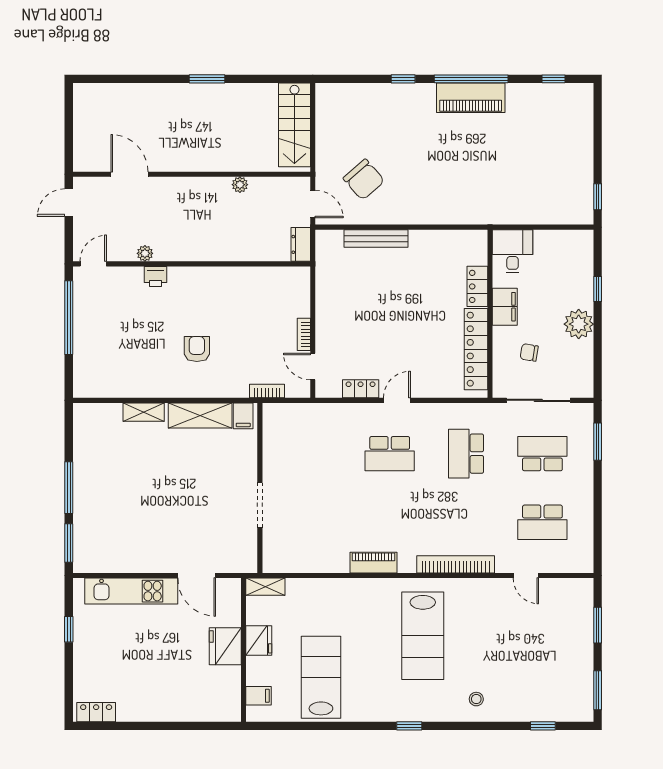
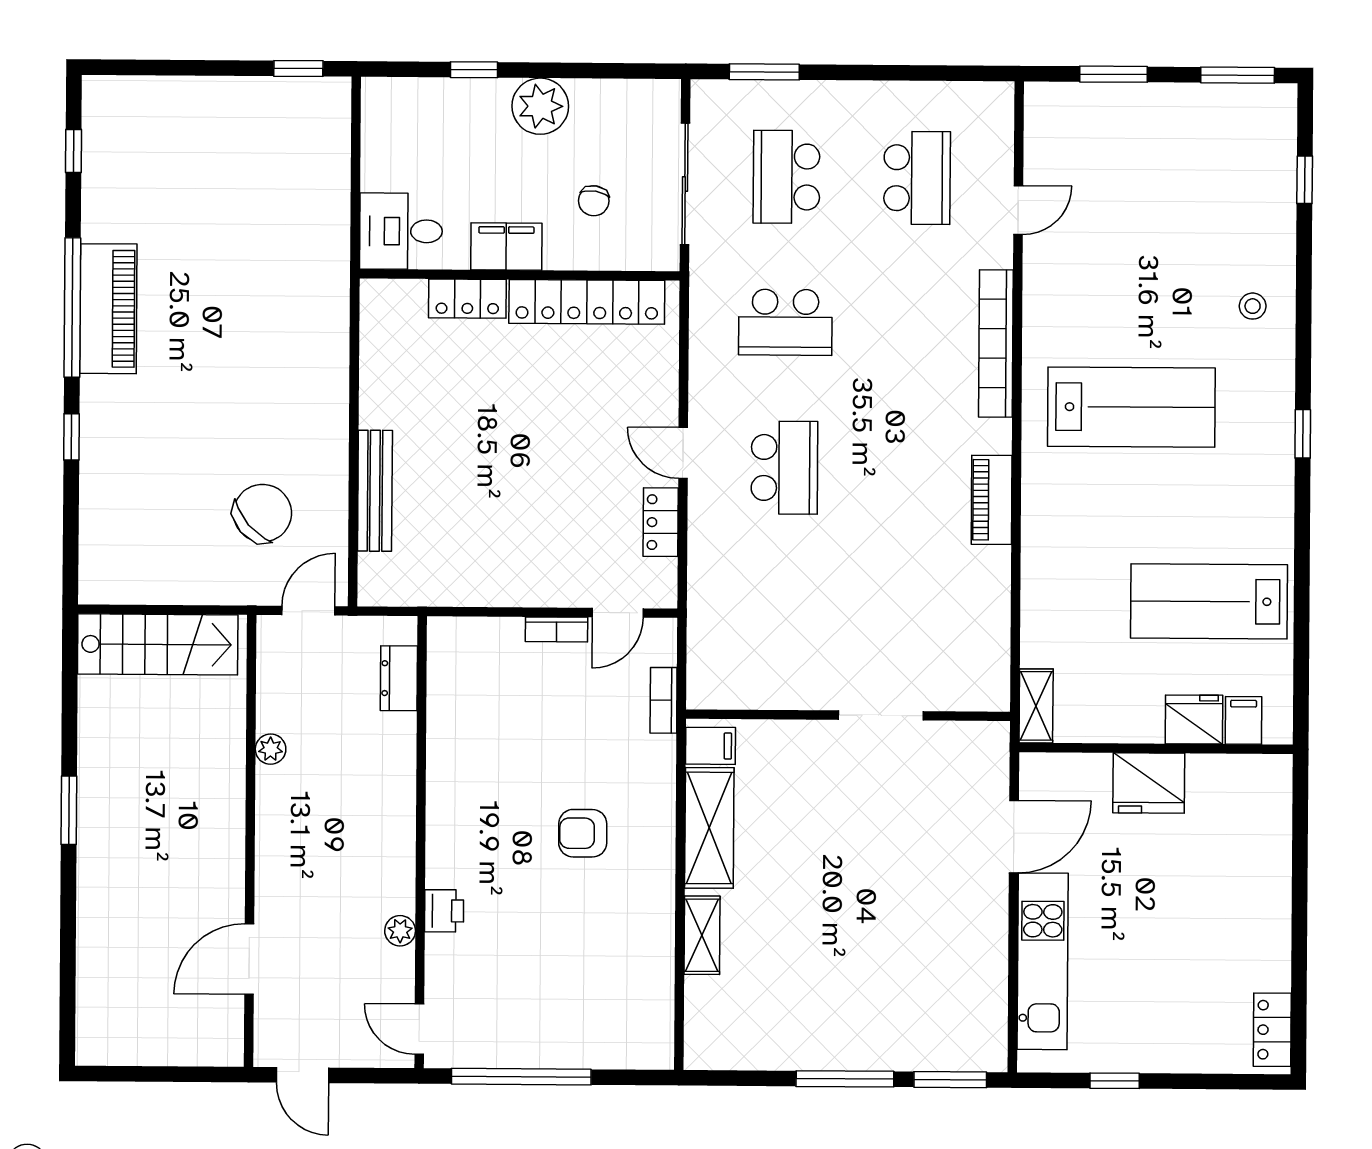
dresser: (301, 244) -> (399, 678), moved, turned 90
fridge: (259, 641) -> (1194, 719), moved

